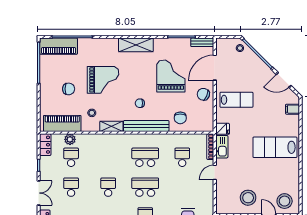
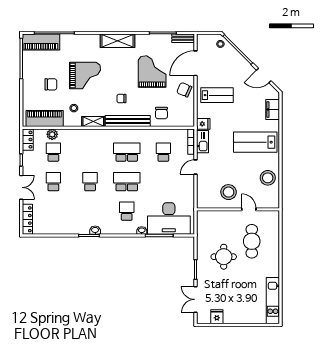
filing cabinet: (293, 109) -> (273, 110), width x2.00
stool: (285, 201) -> (268, 178), moved

